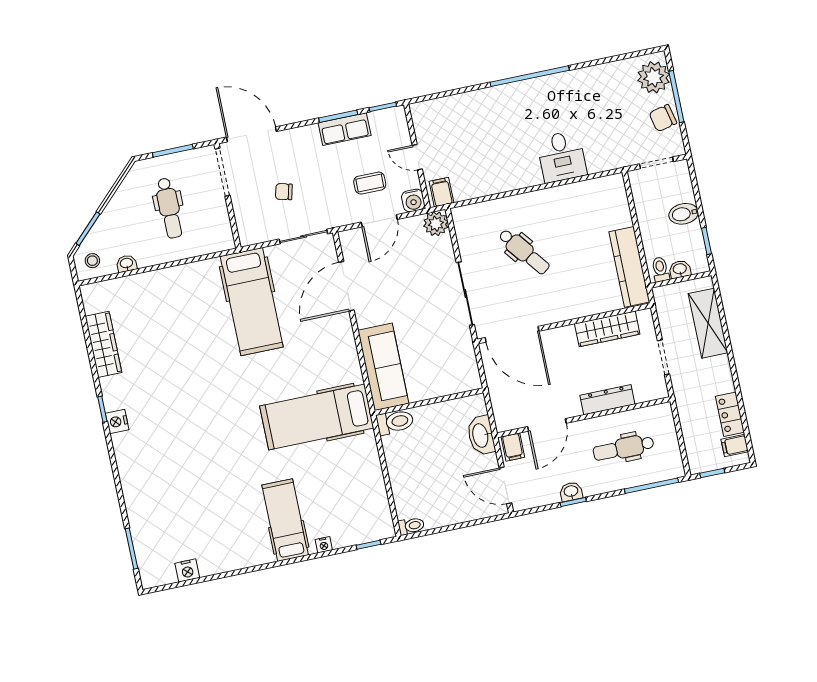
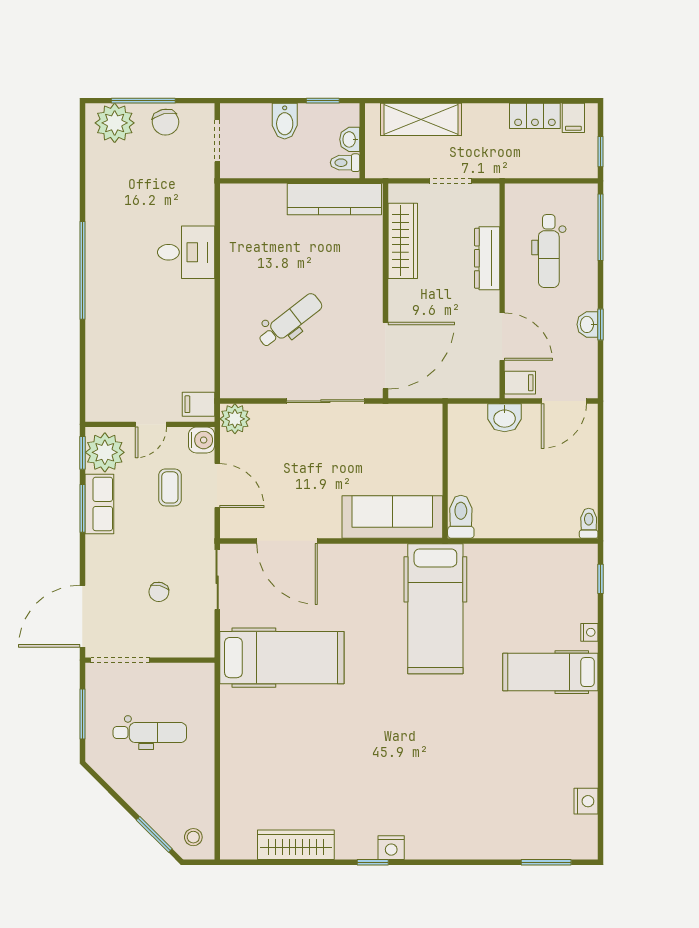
plant: (387, 125) -> (105, 452), added
washbasin: (127, 263) -> (205, 797), removed
washbasin: (481, 435) -> (505, 418), width x0.72

